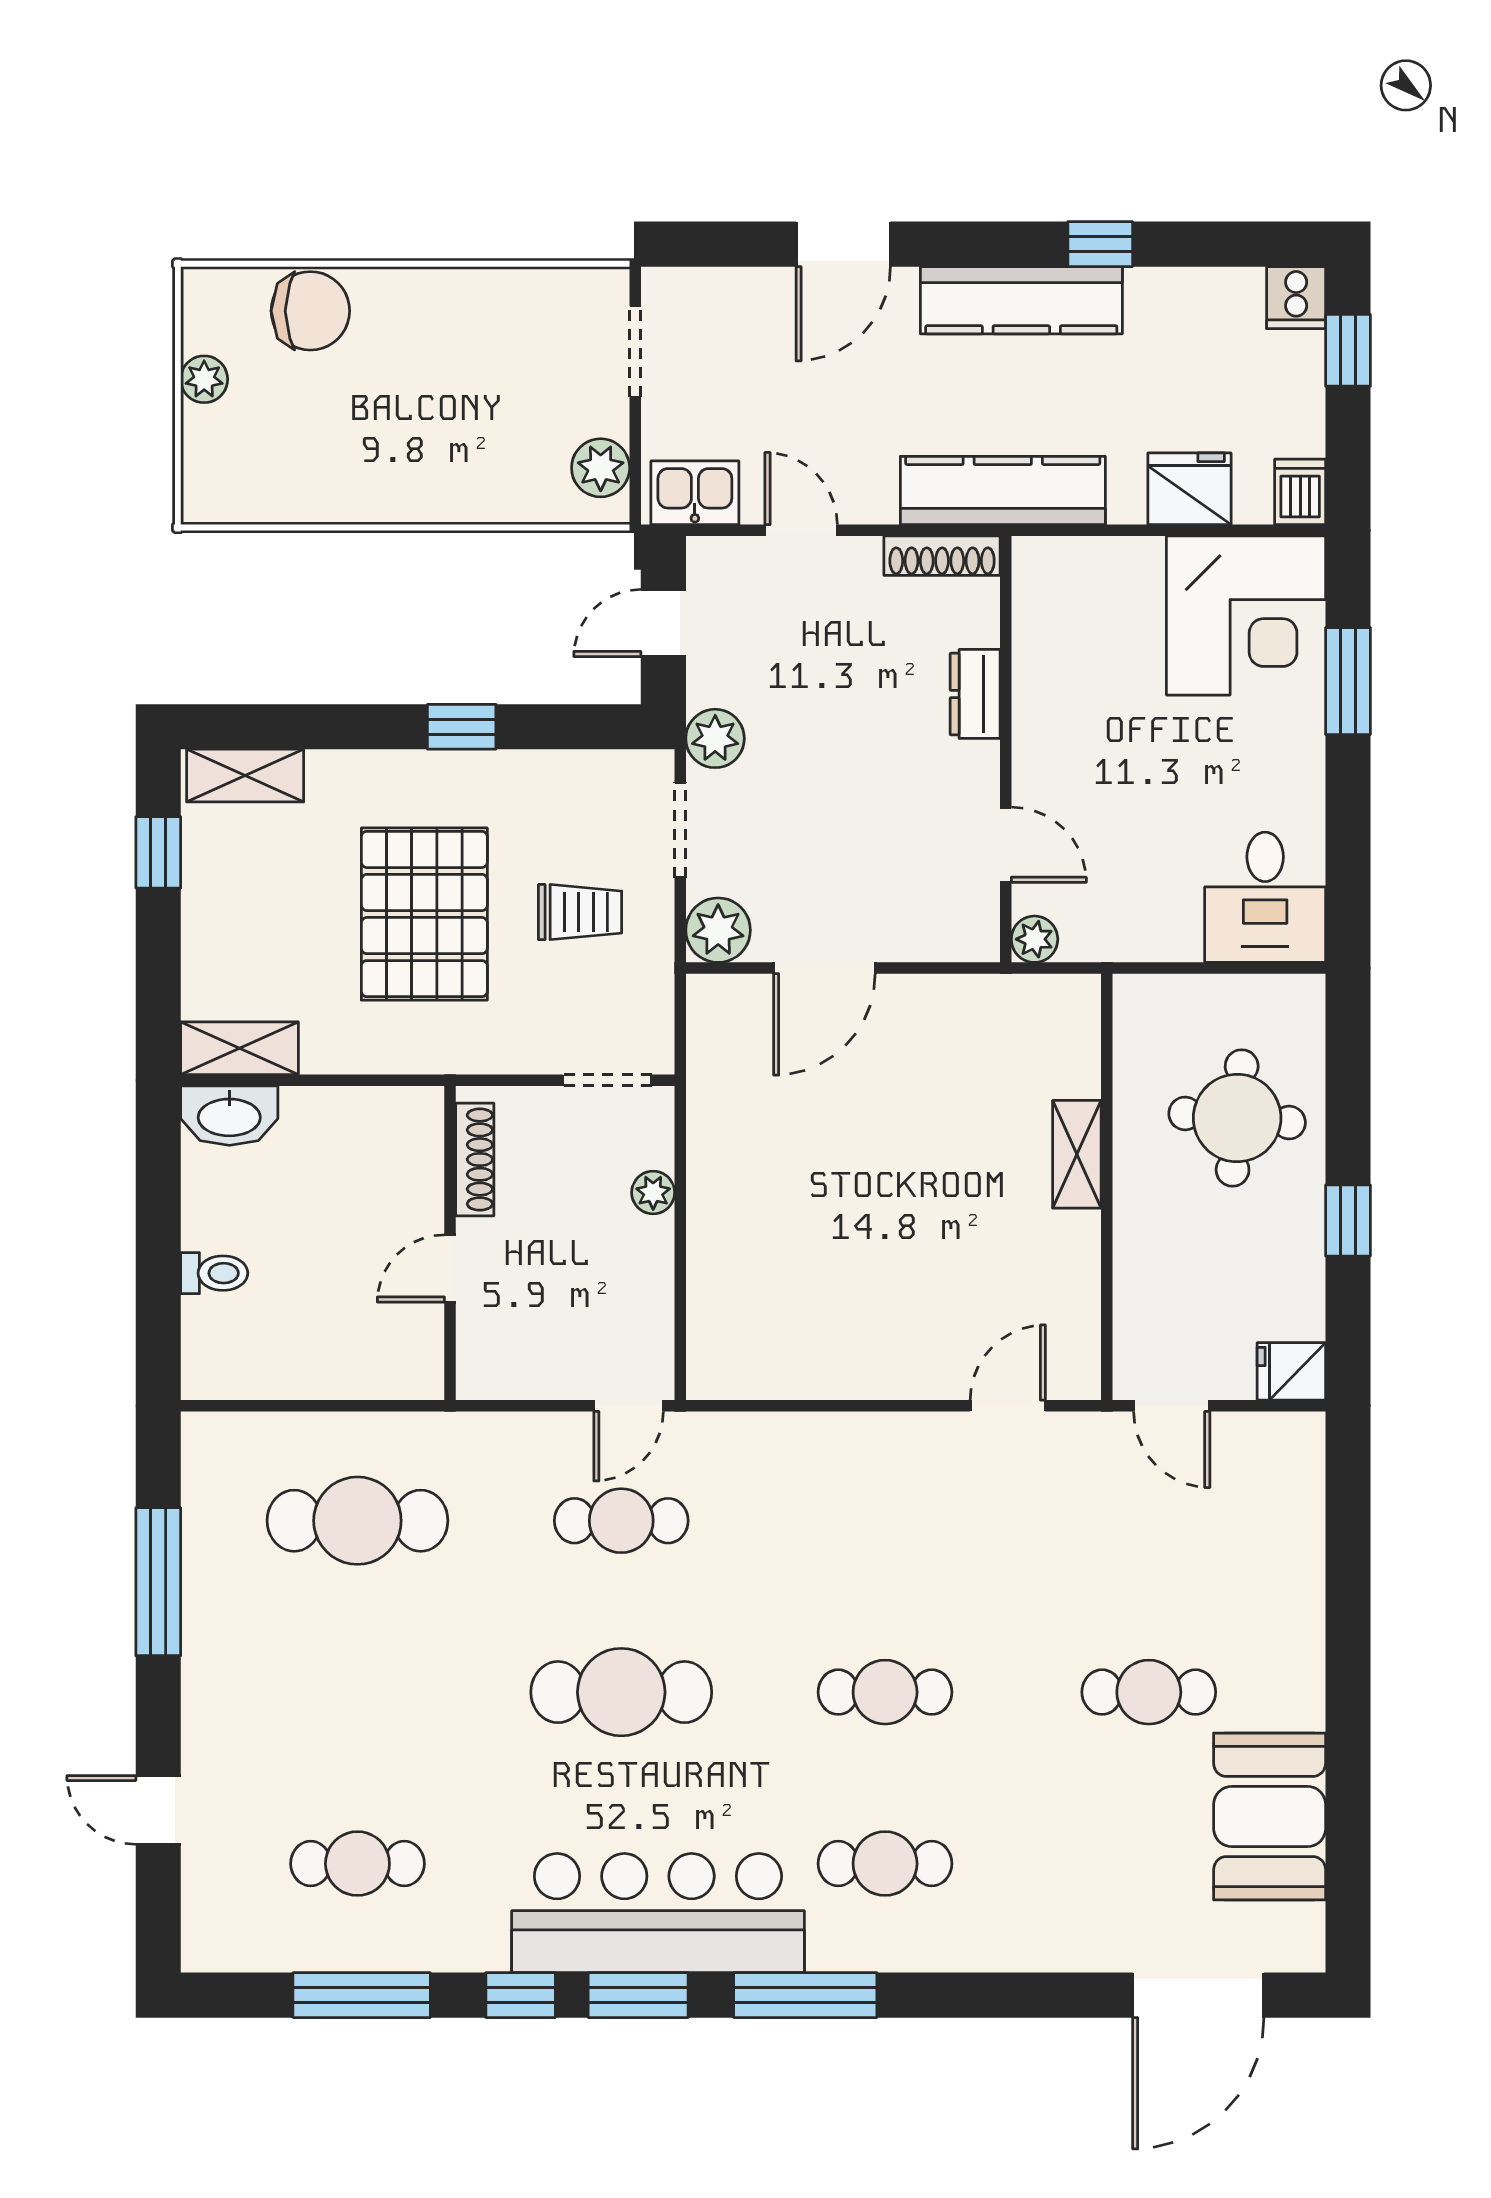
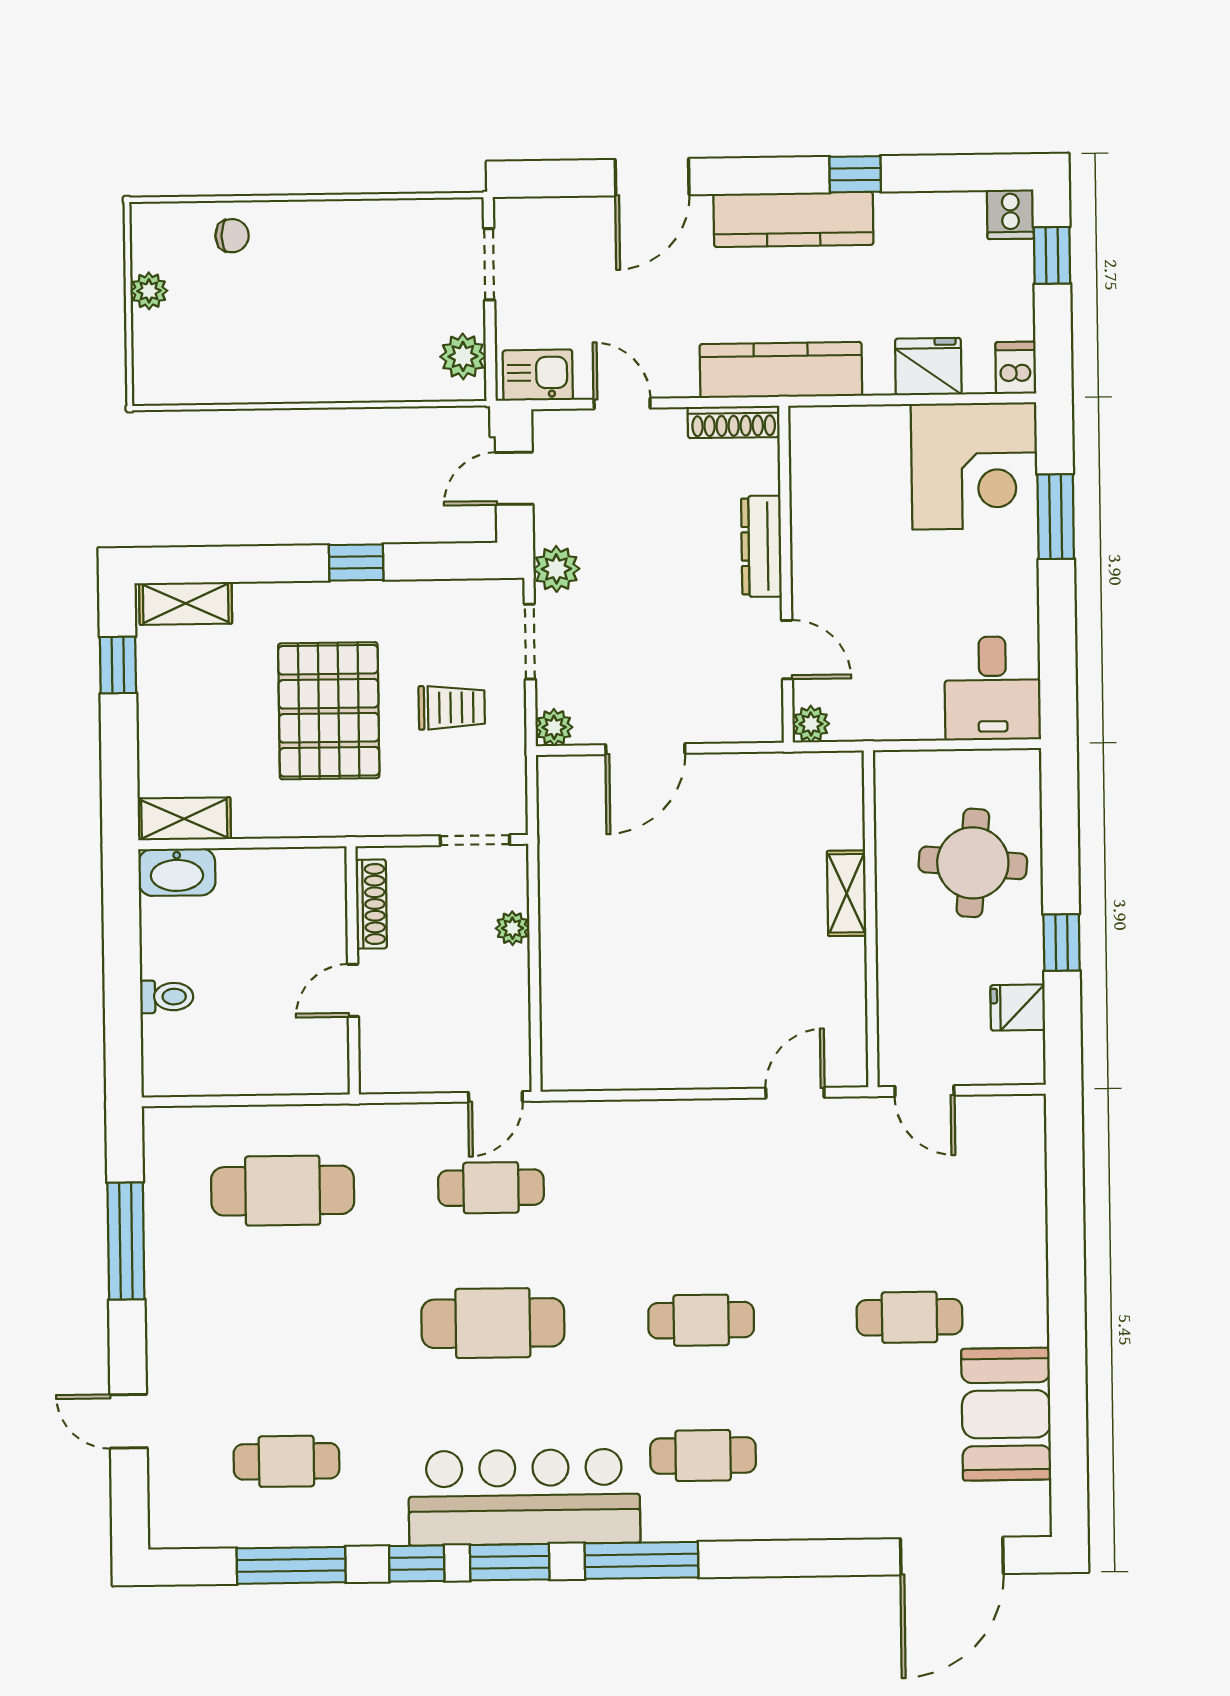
chair: (310, 311) -> (232, 236), width x0.54, depth x0.54
dresser: (975, 694) -> (761, 546), width x1.44
plant: (718, 930) -> (554, 727), width x0.73, depth x0.73
fridge: (1291, 1371) -> (1018, 1008), moved

